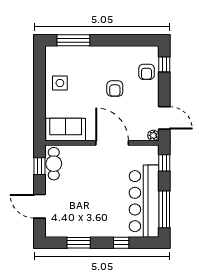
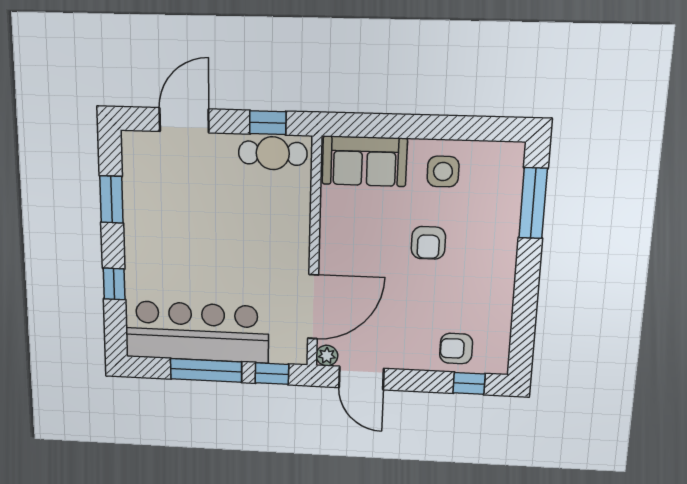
armchair: (115, 89) -> (428, 243), moved, turned -90
door: (164, 118) -> (361, 378), hinge flipped
sofa: (66, 129) -> (365, 161), moved, turned 90
door: (112, 143) -> (313, 307), moved
window: (164, 209) -> (206, 370), moved

